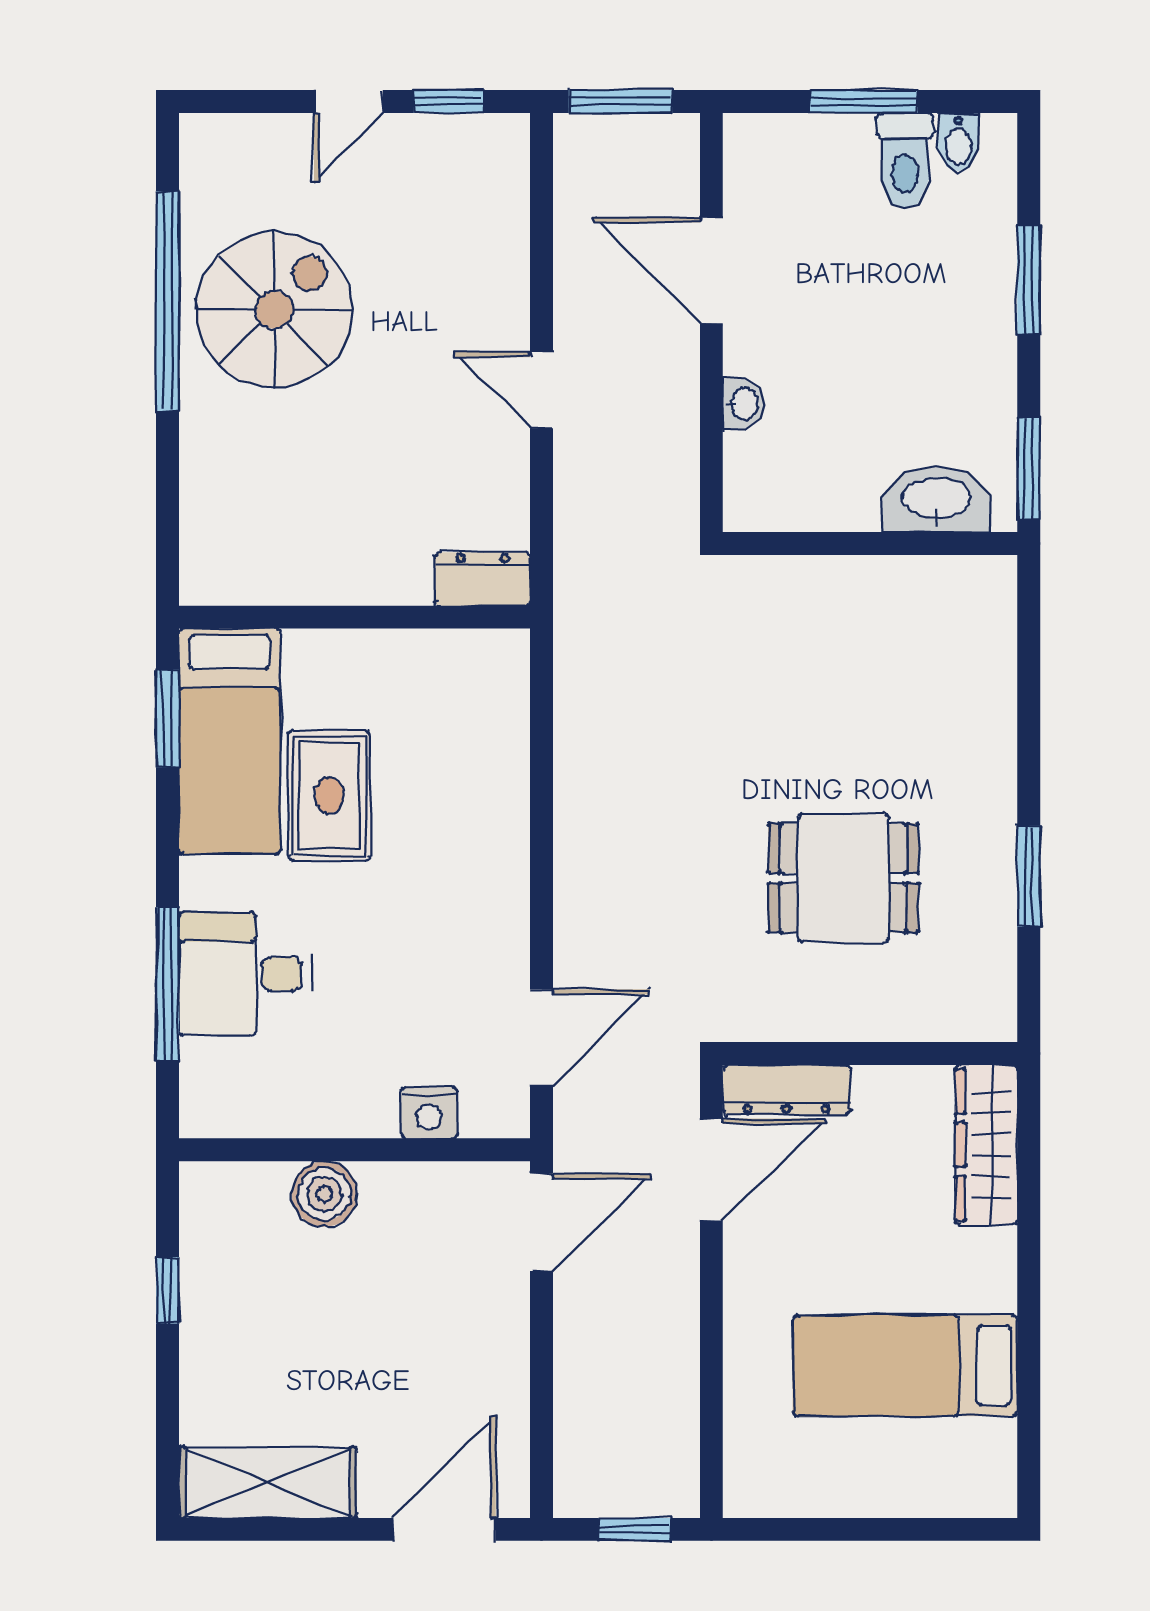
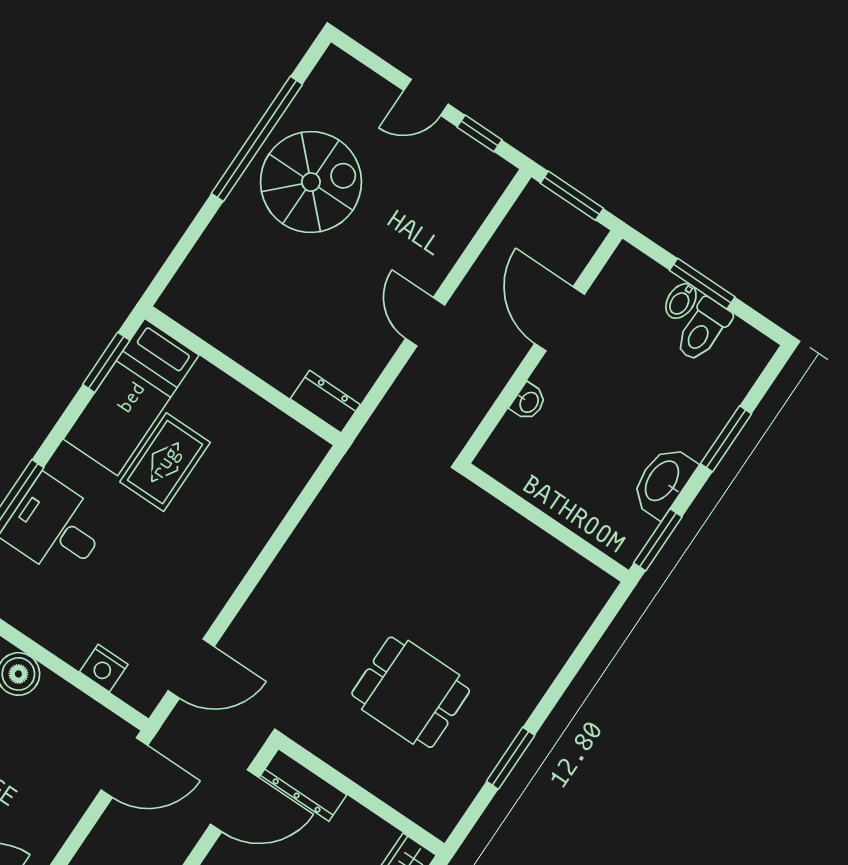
bidet: (958, 142) -> (681, 301), moved
washbasin: (936, 500) -> (663, 481), moved, turned -90

